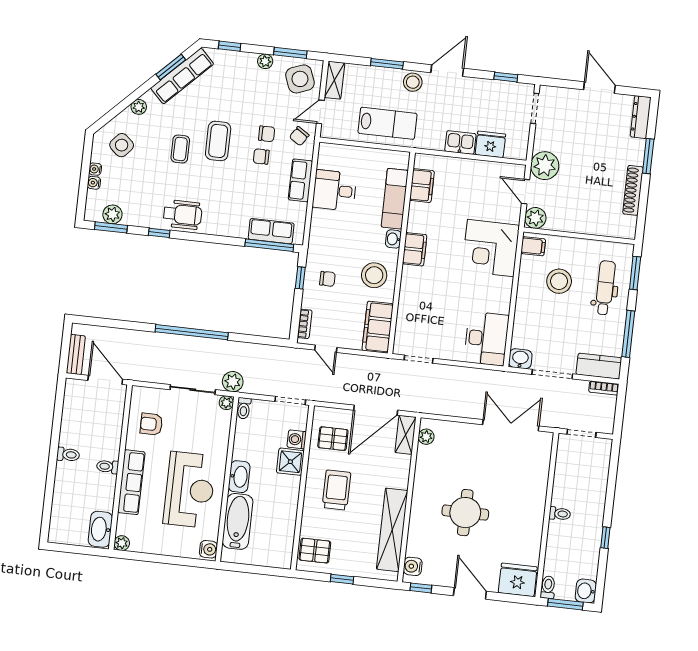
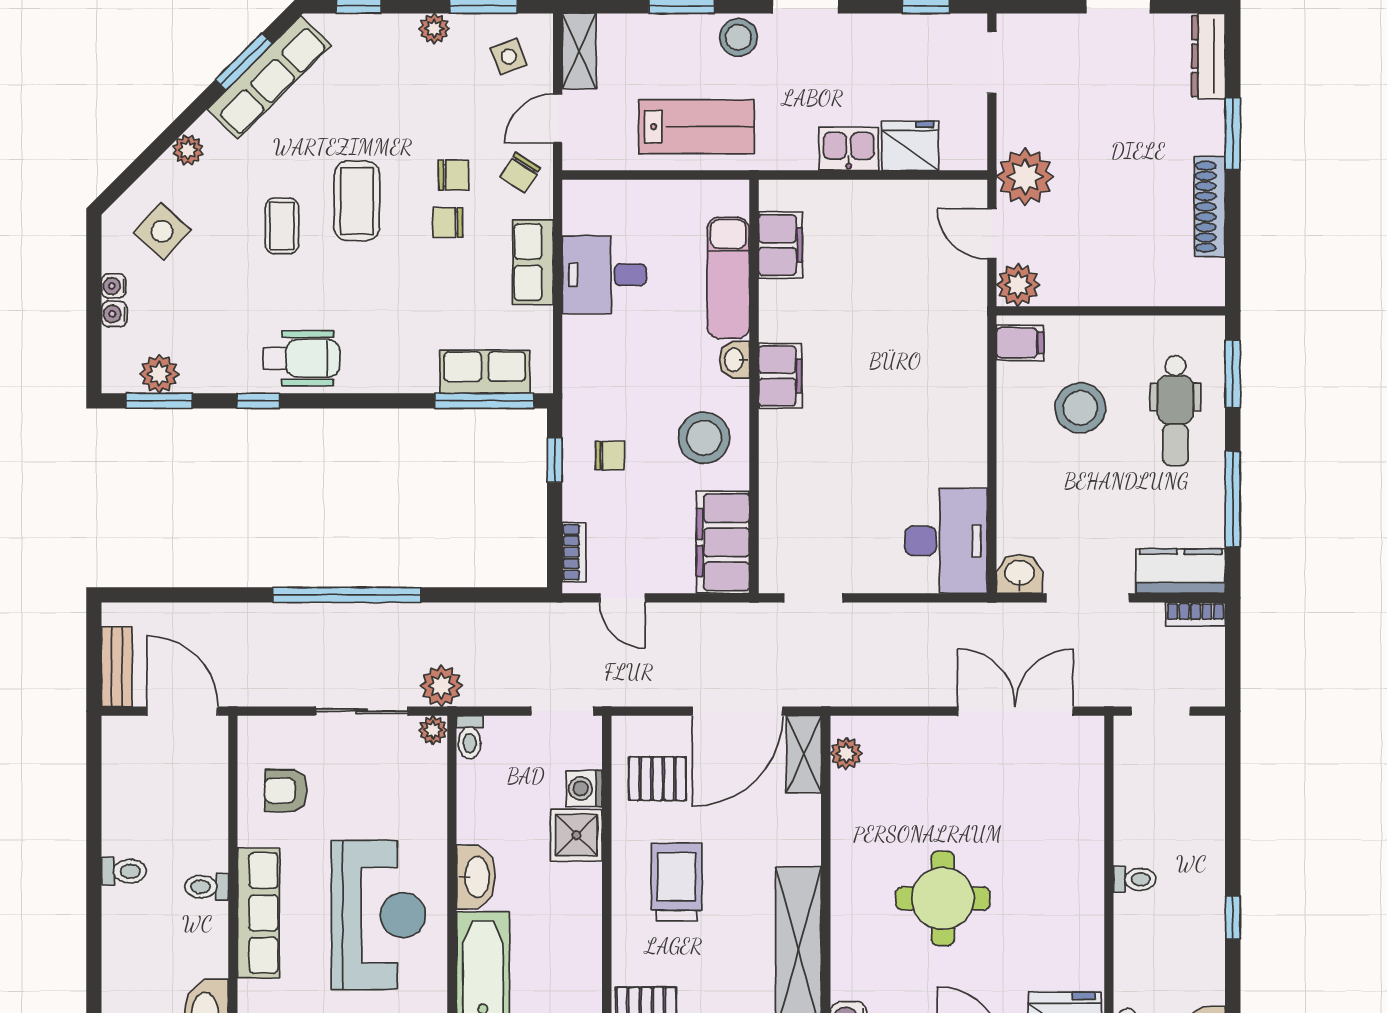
side table: (300, 79) -> (509, 56), width x0.54, depth x0.54
corner desk: (491, 248) -> (934, 356), removed
dental chair: (605, 288) -> (1175, 411), turned 180

